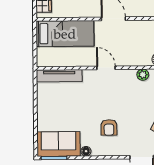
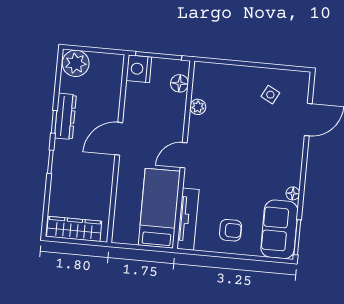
bed: (65, 34) -> (159, 208), moved
armchair: (109, 127) -> (231, 230), moved

